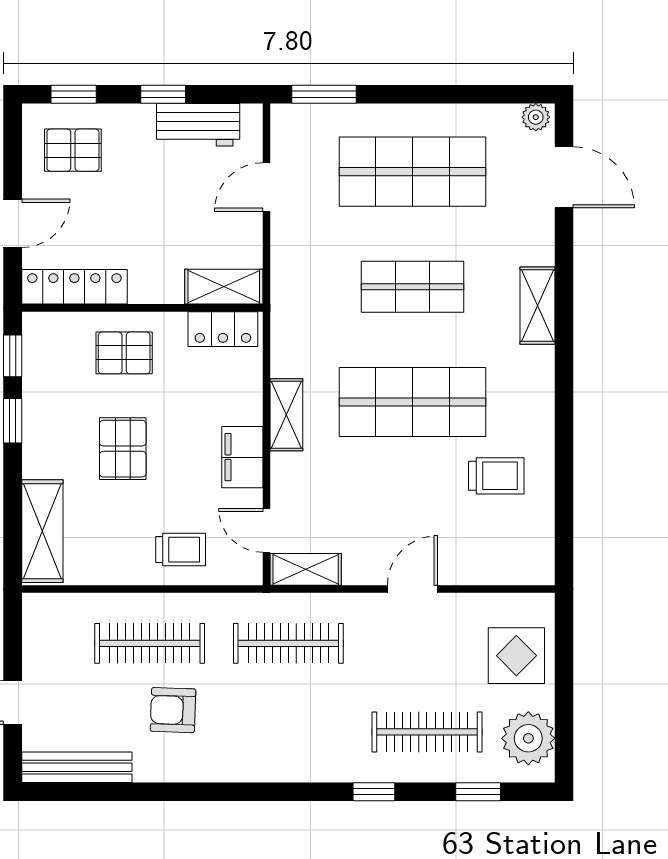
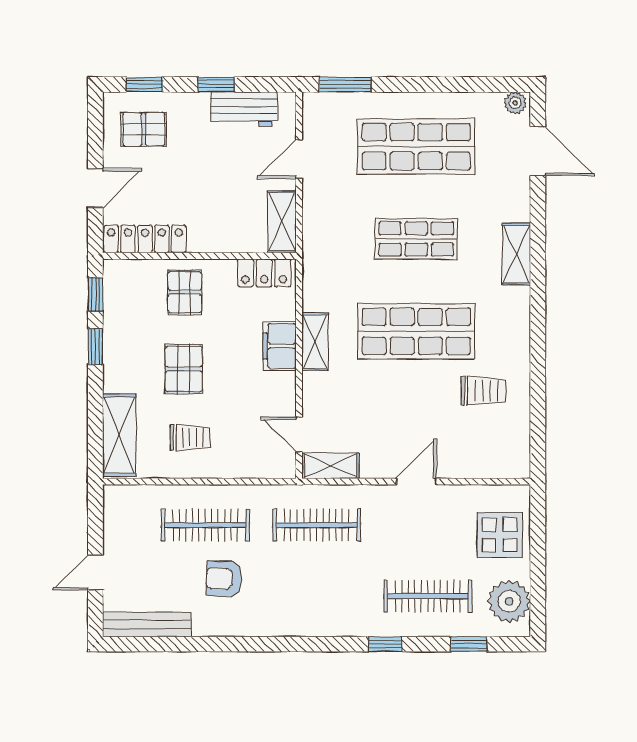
shelving: (224, 287) -> (282, 222), moved, turned 90
pallet: (124, 353) -> (185, 292), turned 90
filing cabinet: (242, 457) -> (280, 346), moved
trolley: (181, 550) -> (190, 437), moved

